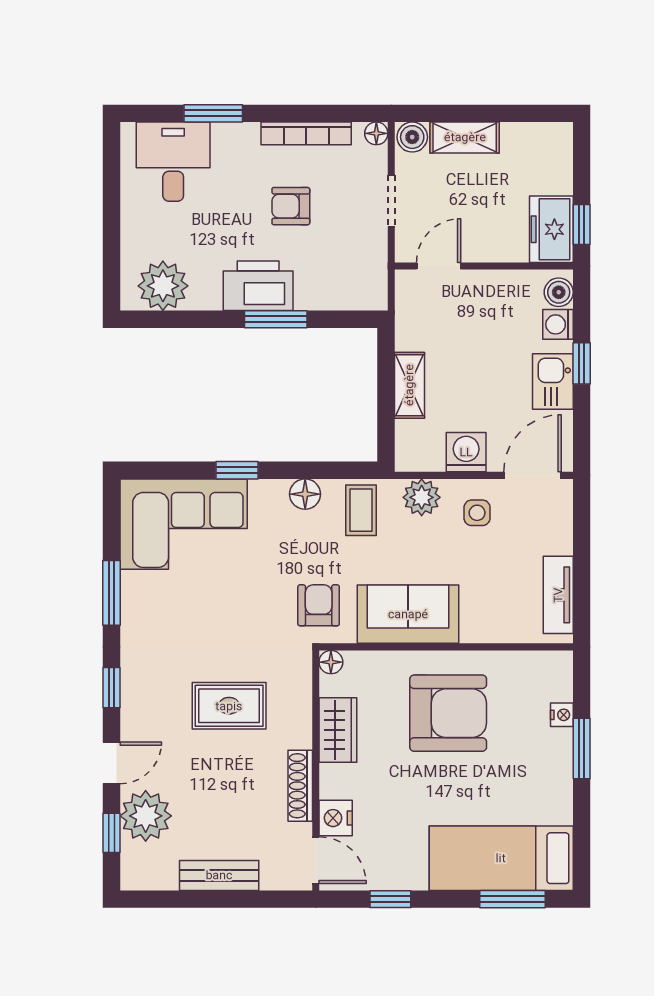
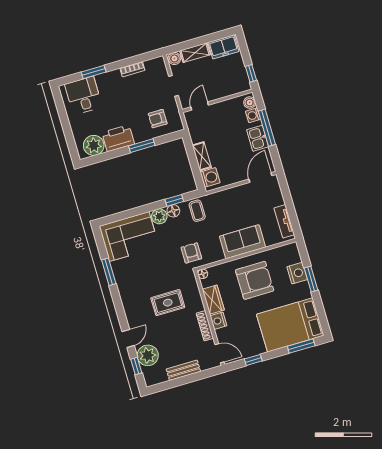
bookcase: (306, 133) -> (132, 69), width x0.64
floor lamp: (376, 133) -> (160, 61), removed
armchair: (291, 206) -> (158, 119), moved
freezer: (551, 229) -> (223, 47), moved, turned -90
printer: (258, 286) -> (118, 138), moved
window: (582, 363) -> (267, 128), width x2.17
washing machine: (466, 452) -> (210, 177), moved, turned 90
window: (237, 470) -> (174, 200), moved
plant: (422, 497) -> (159, 216), moved
side table: (477, 513) -> (243, 198), removed
sofa: (408, 614) -> (243, 242), moved
window: (112, 688) -> (120, 309), removed
nightstand: (562, 715) -> (297, 273), width x1.89, depth x1.79
nightstand: (336, 818) -> (218, 321), moved
bed: (501, 858) -> (290, 325), width x1.50

